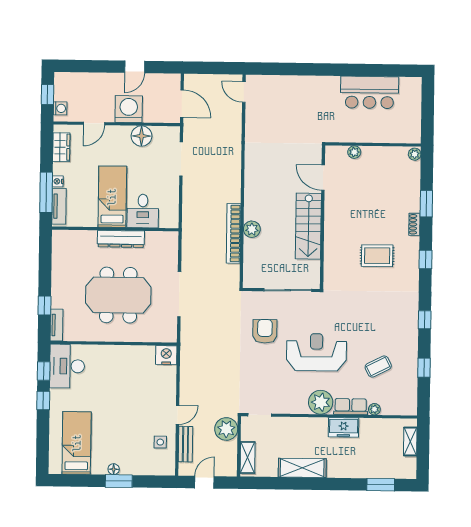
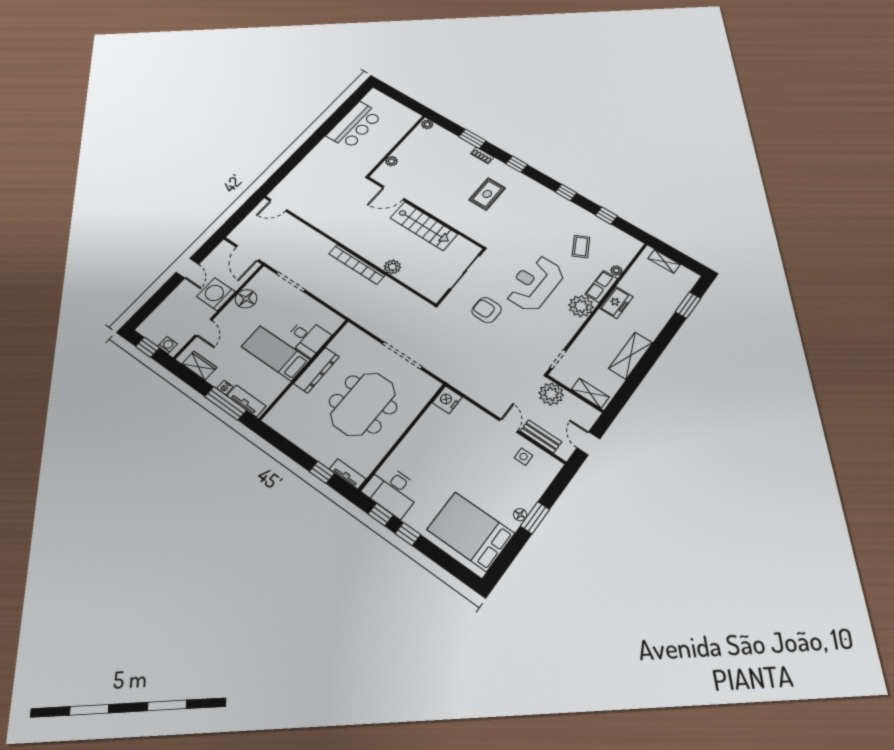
door: (182, 104) -> (247, 253), swing flipped
bookcase: (234, 233) -> (357, 264), moved
bed: (77, 443) -> (471, 531), width x1.50

